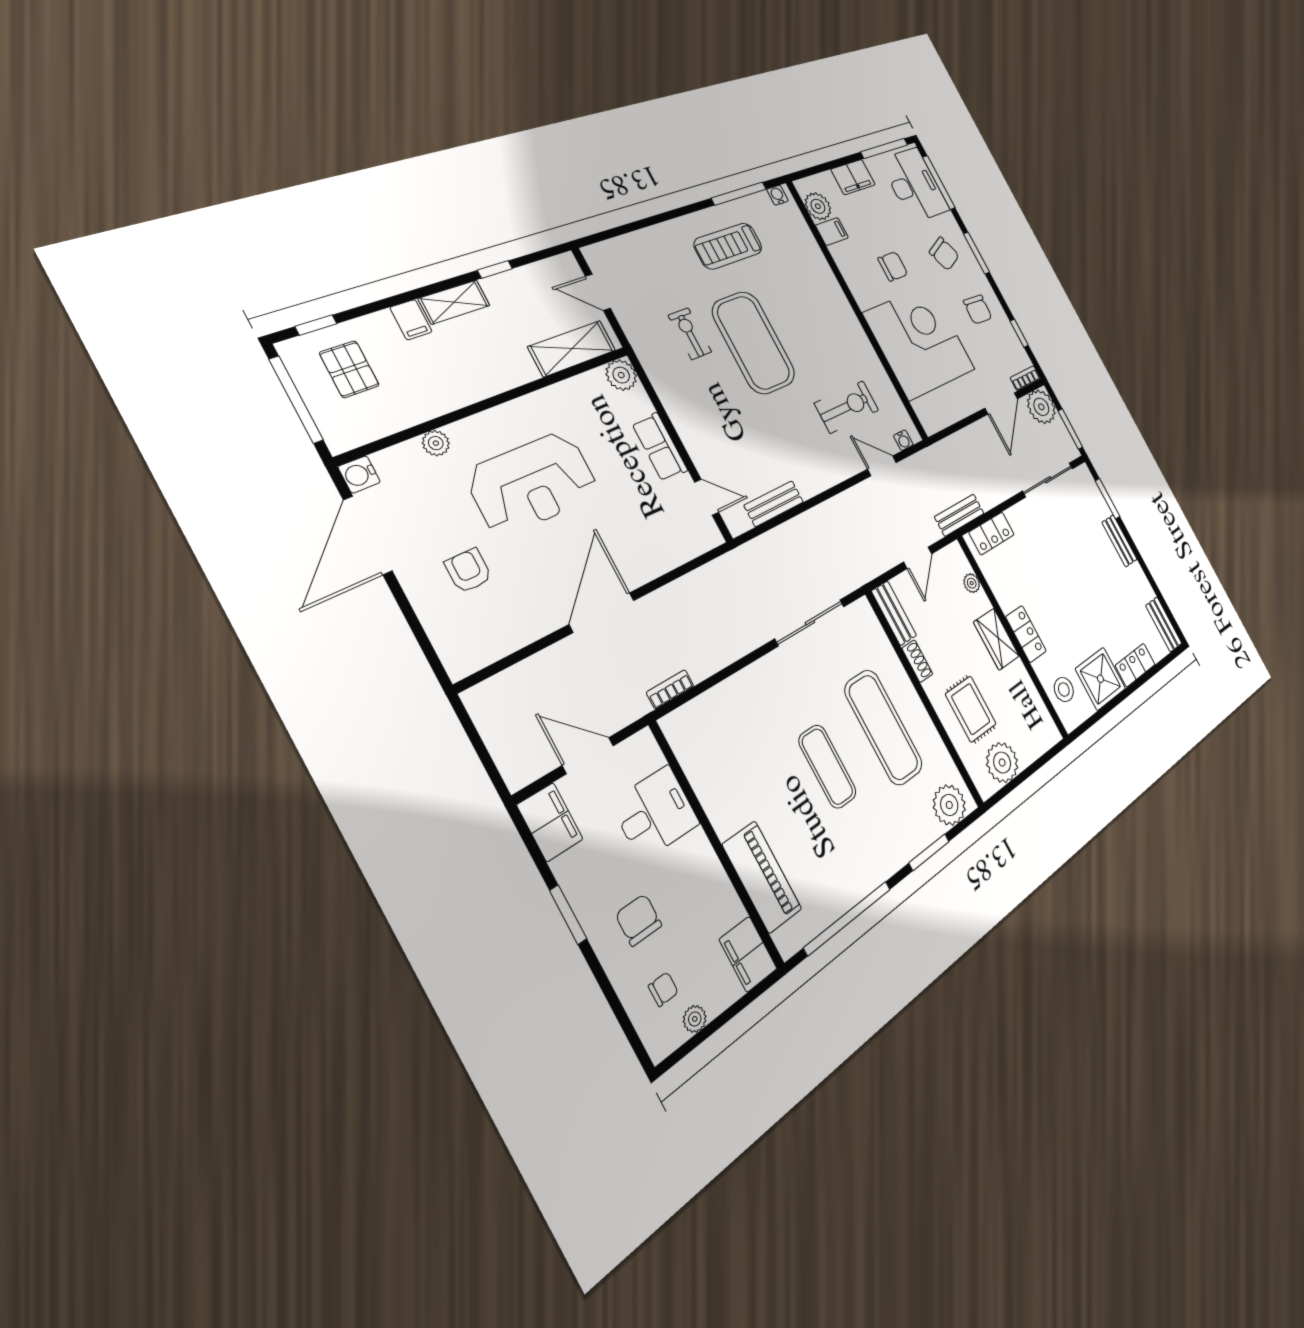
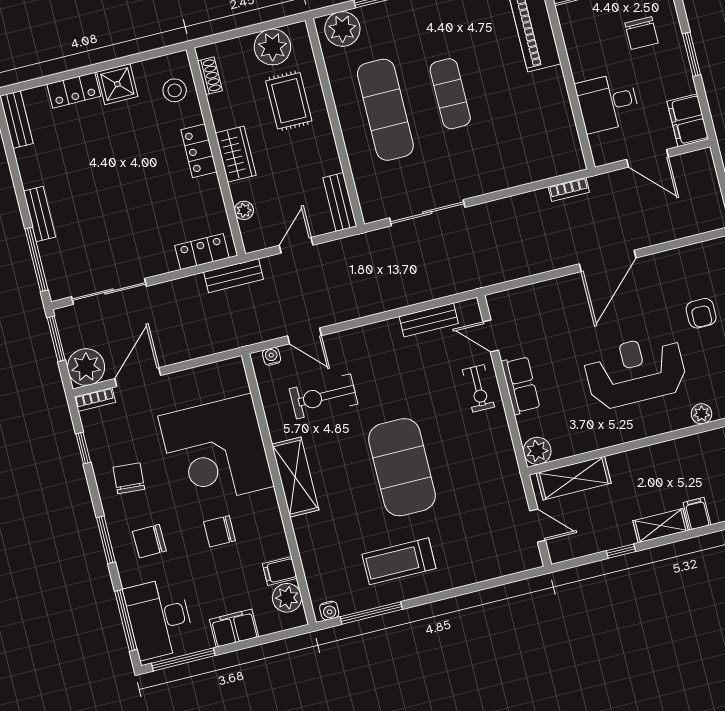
treadmill: (728, 246) -> (399, 561), turned 180
chair: (944, 254) -> (149, 541), turned -67
shelving: (847, 323) -> (295, 477), added
exercise bike: (690, 334) -> (478, 388), moved
window: (1108, 499) -> (37, 259), width x1.44
shoe rack: (917, 661) -> (210, 76), moved, turned 180
shower: (1100, 679) -> (117, 84), width x0.73, depth x0.73

